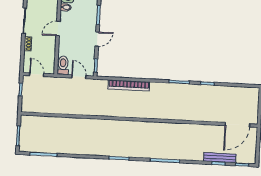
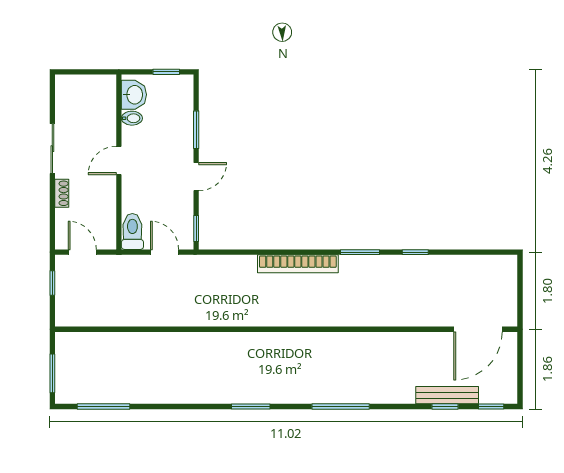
bookcase: (129, 85) -> (298, 264), moved

